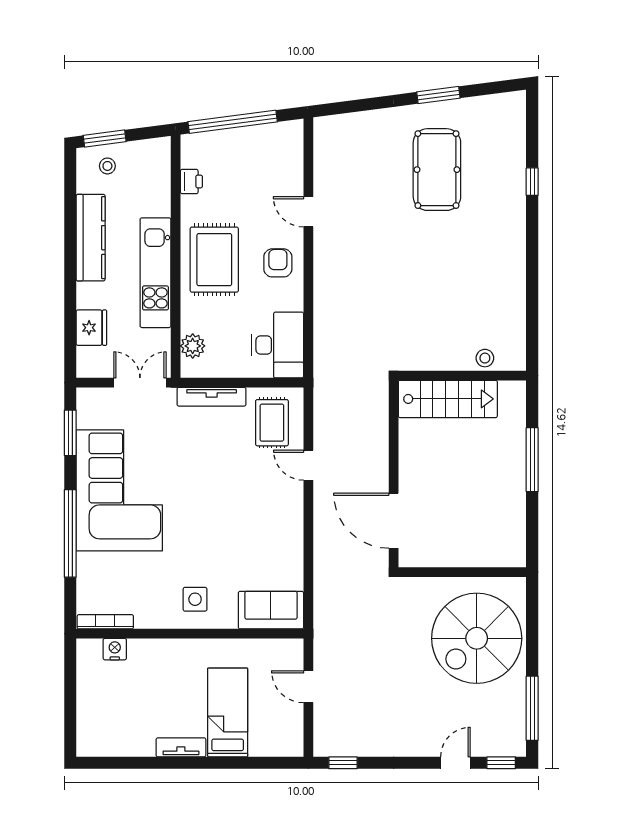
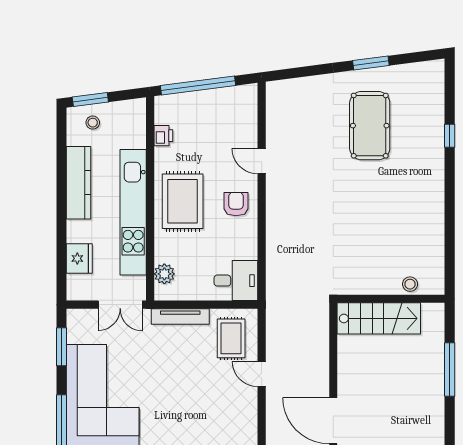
kitchen unit: (155, 273) -> (133, 212), width x1.36
desk: (278, 345) -> (236, 281), width x0.73
double door: (140, 383) -> (120, 305), swing flipped

